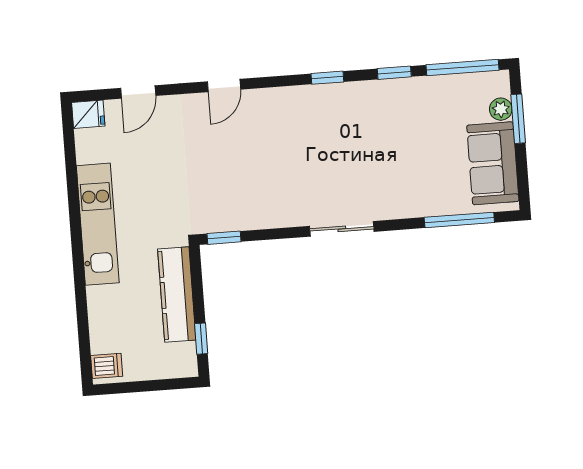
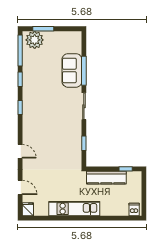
plant: (501, 109) -> (35, 40), width x1.88, depth x1.88
sofa: (493, 163) -> (72, 70), moved, turned 90
window: (459, 220) -> (84, 71), moved
window: (224, 238) -> (84, 143), moved

